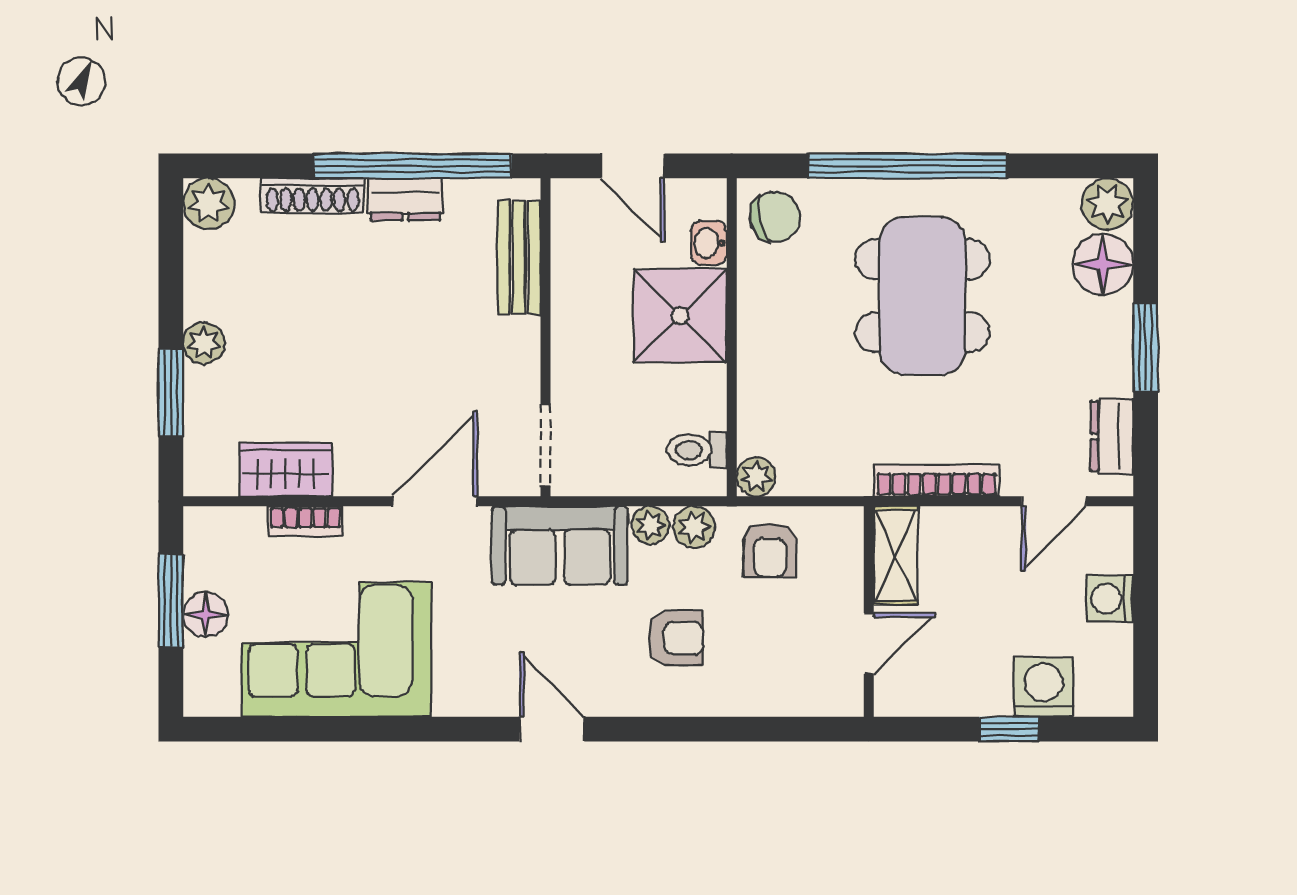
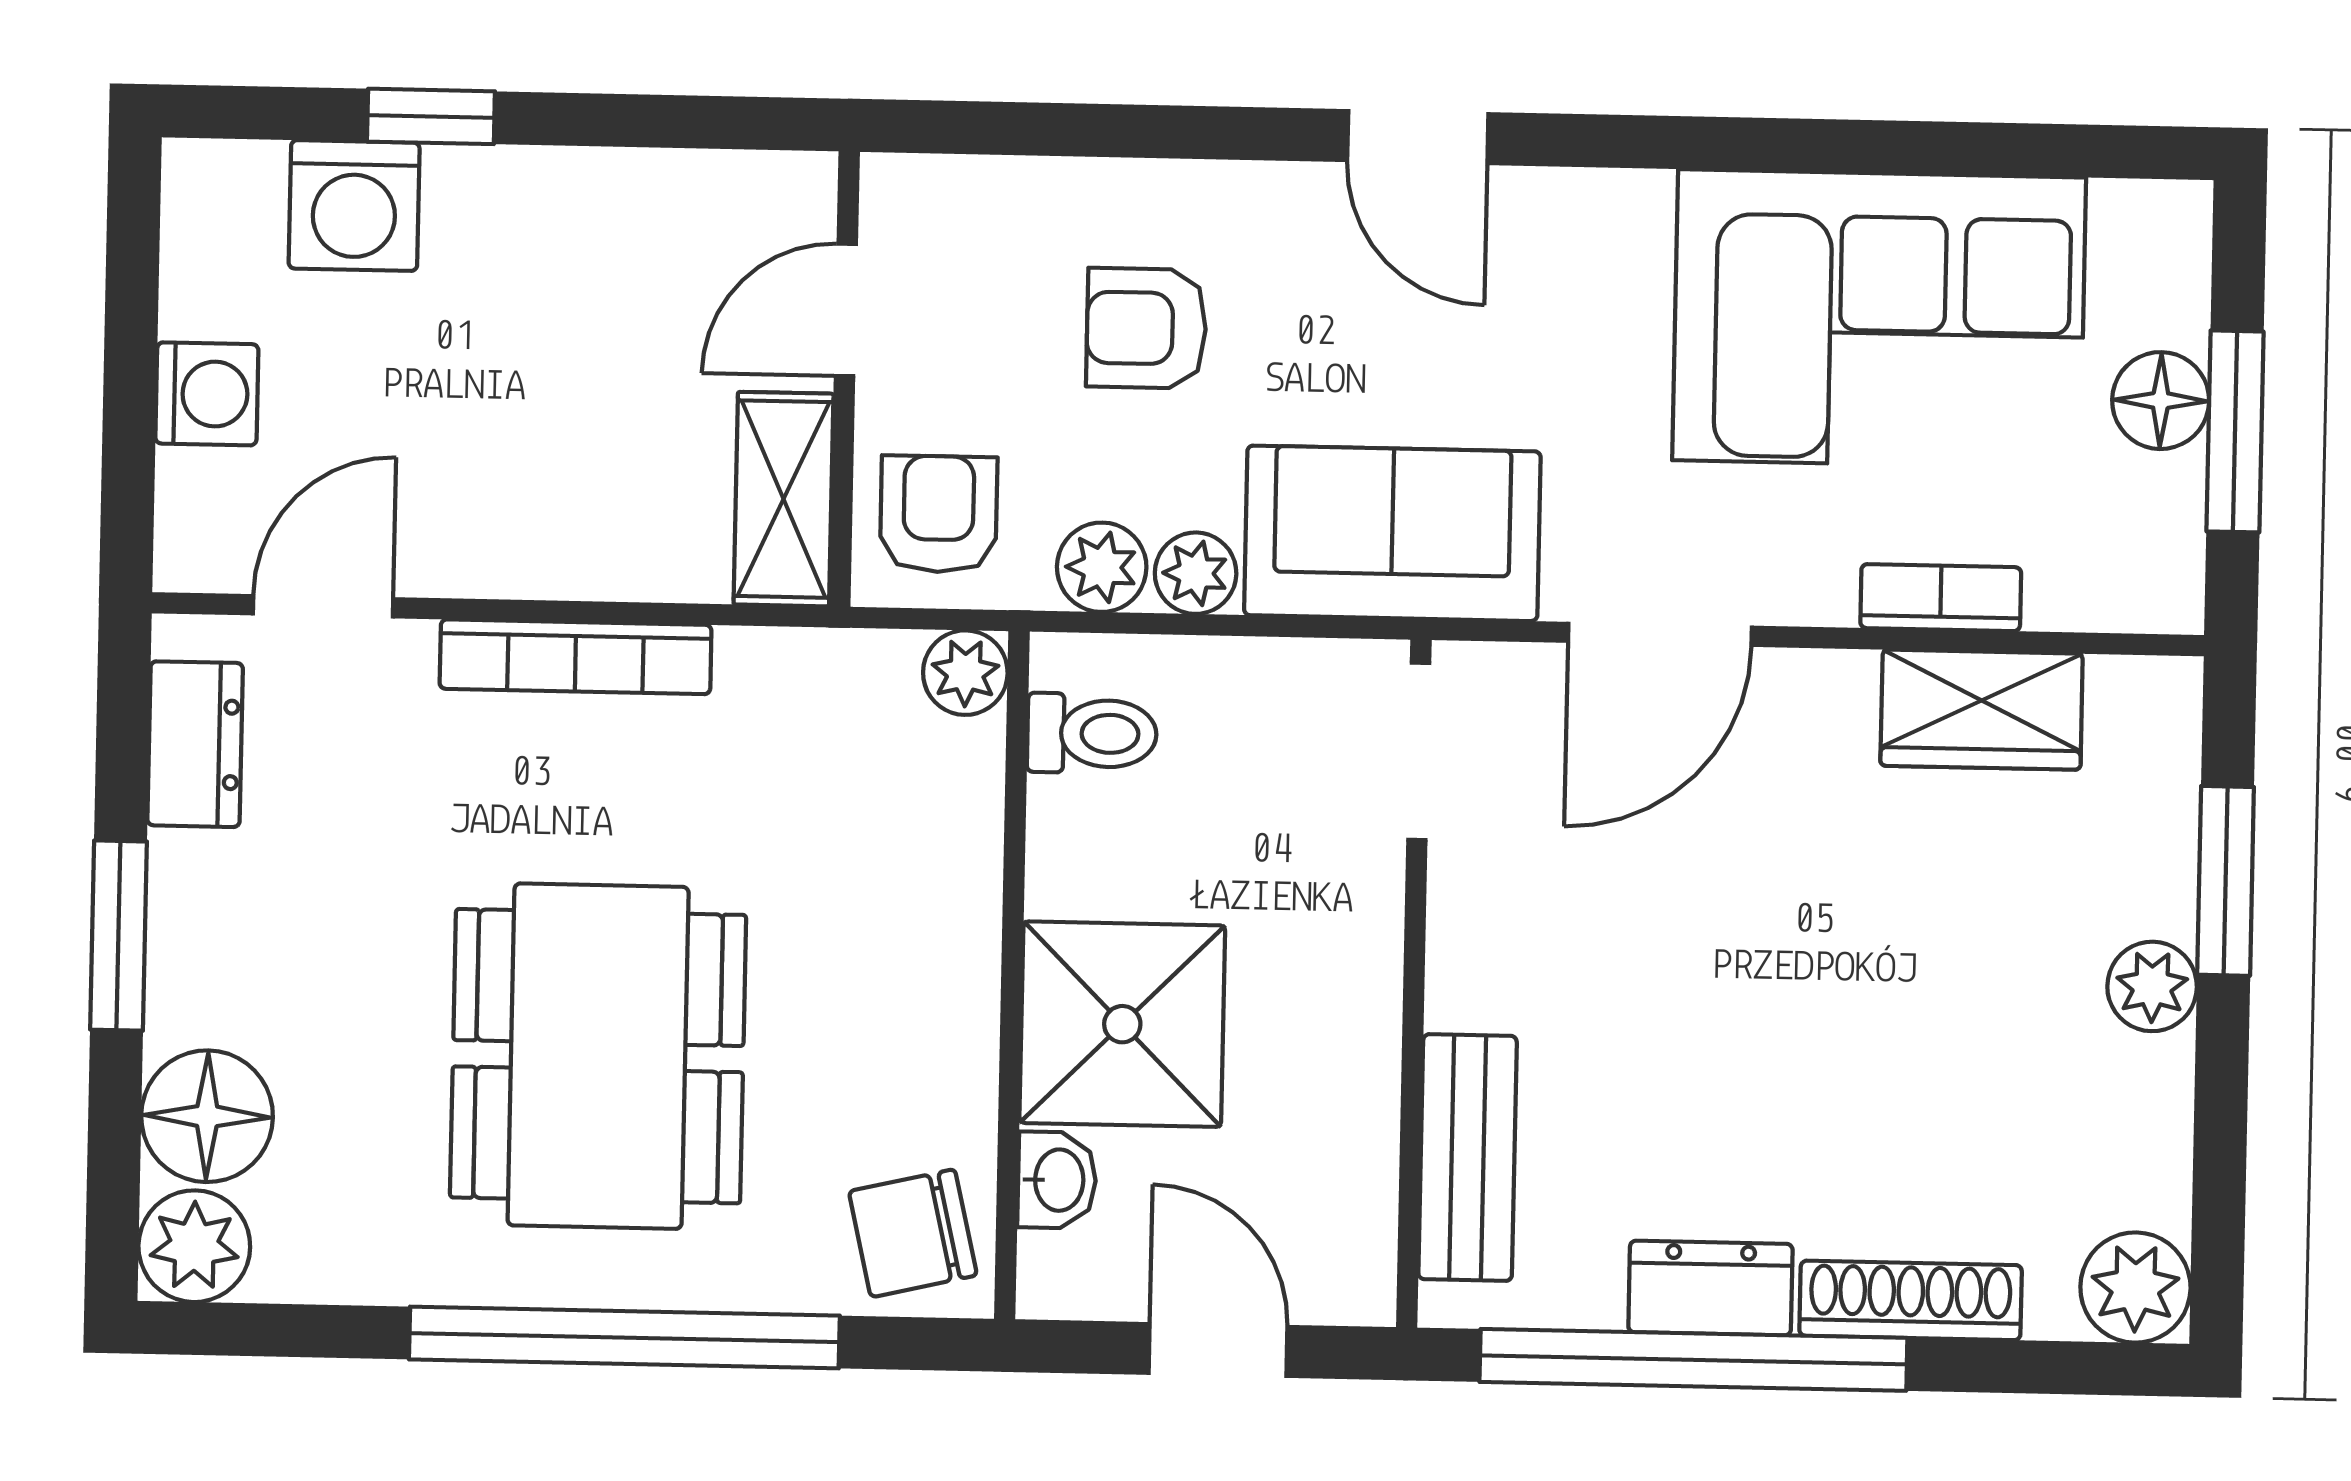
shelving: (896, 555) -> (784, 499), moved
wall: (869, 612) -> (844, 379), moved
door: (869, 644) -> (846, 310), moved

